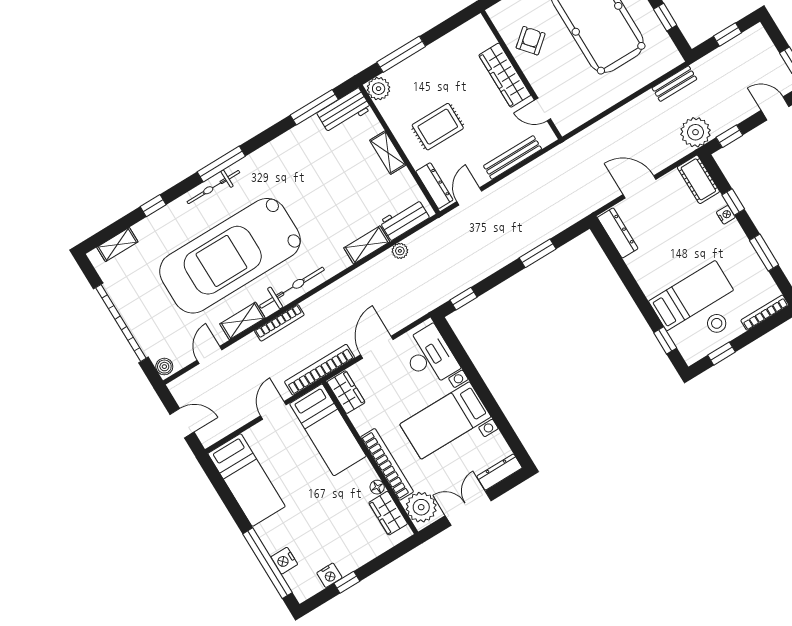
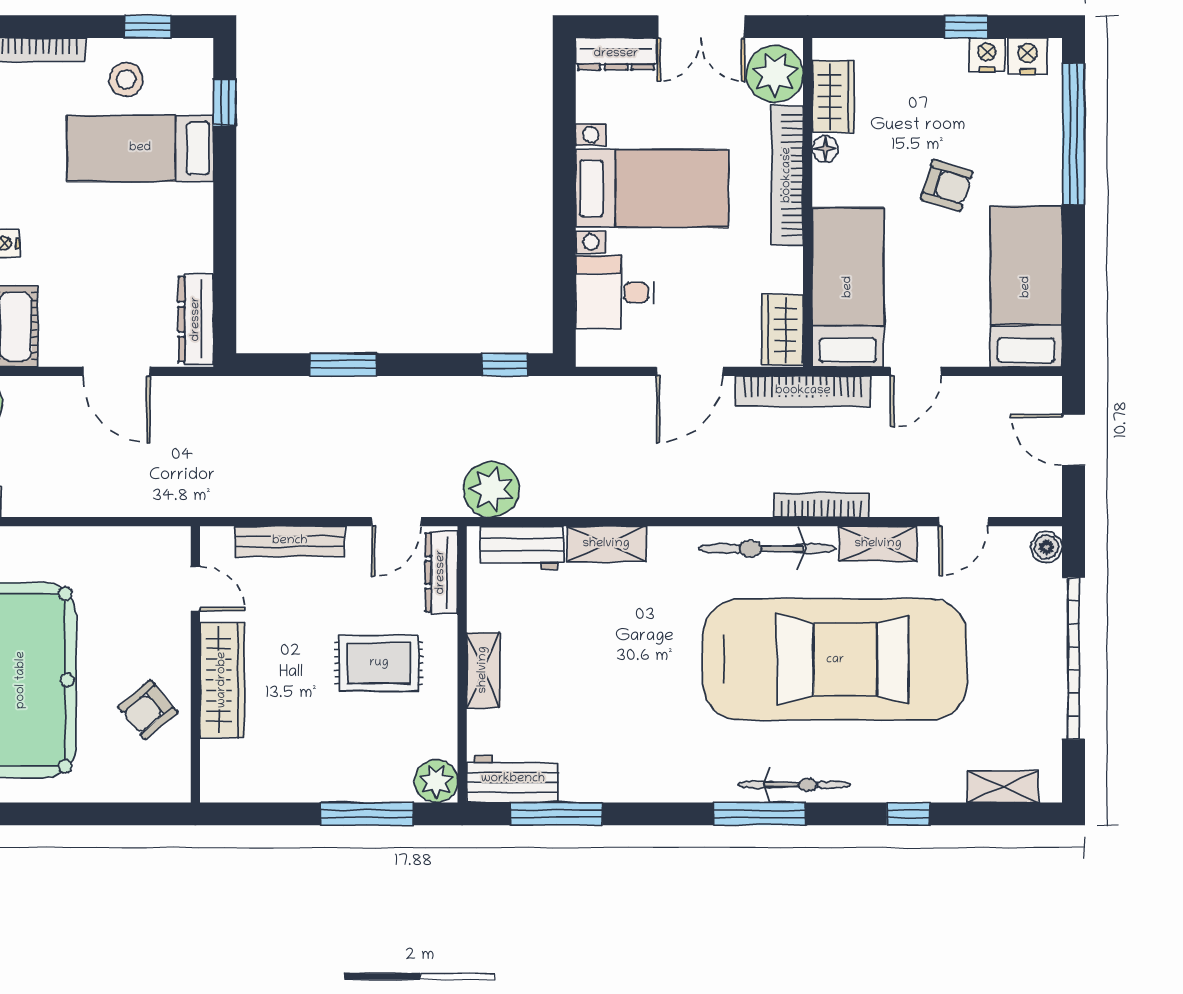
plant: (400, 251) -> (491, 489), moved, width x1.87, depth x1.87
desk: (430, 356) -> (615, 292), width x0.73
armchair: (311, 504) -> (947, 185), added
nightstand: (284, 561) -> (1027, 56), moved, turned -90

